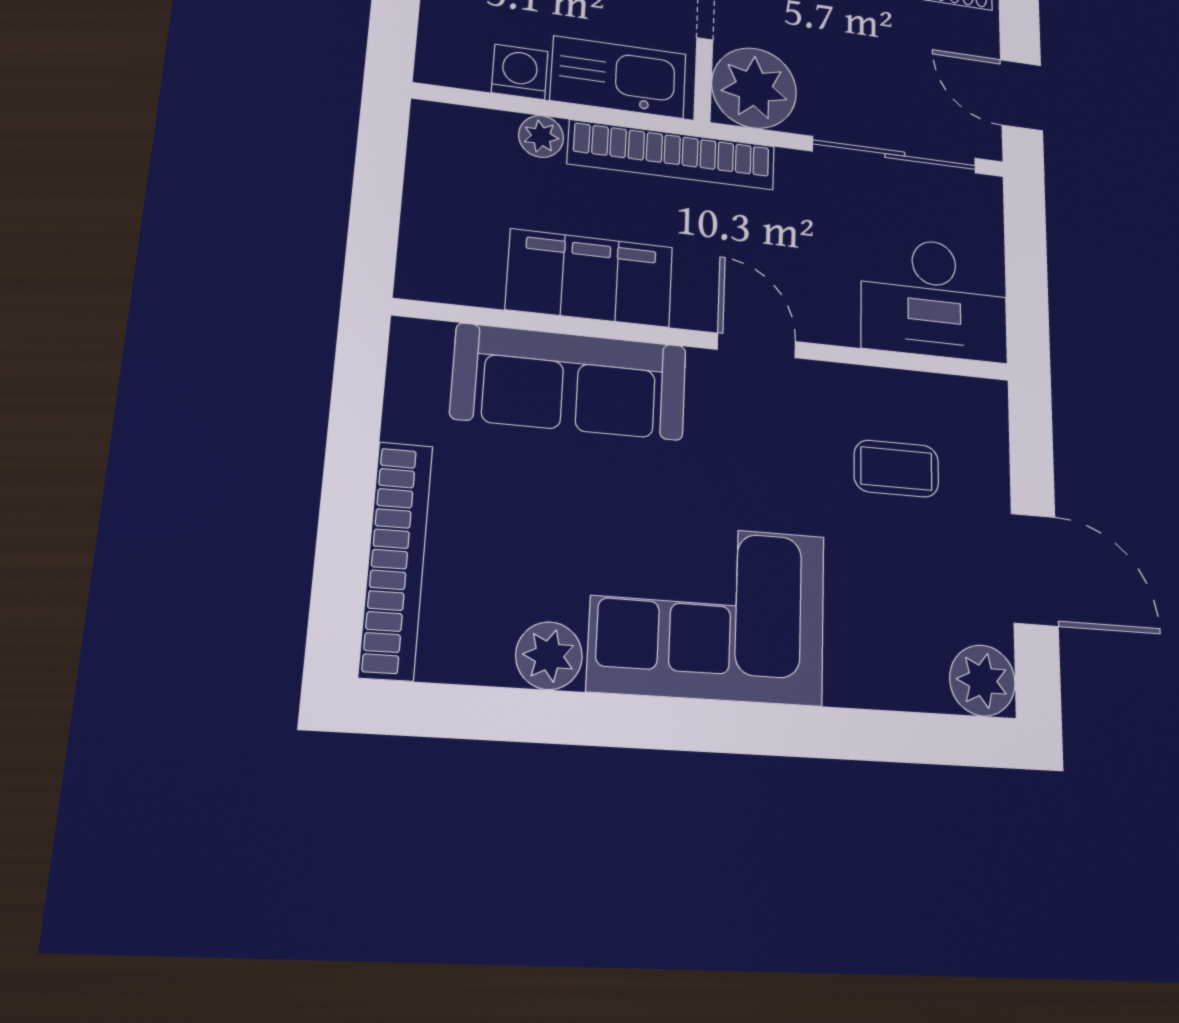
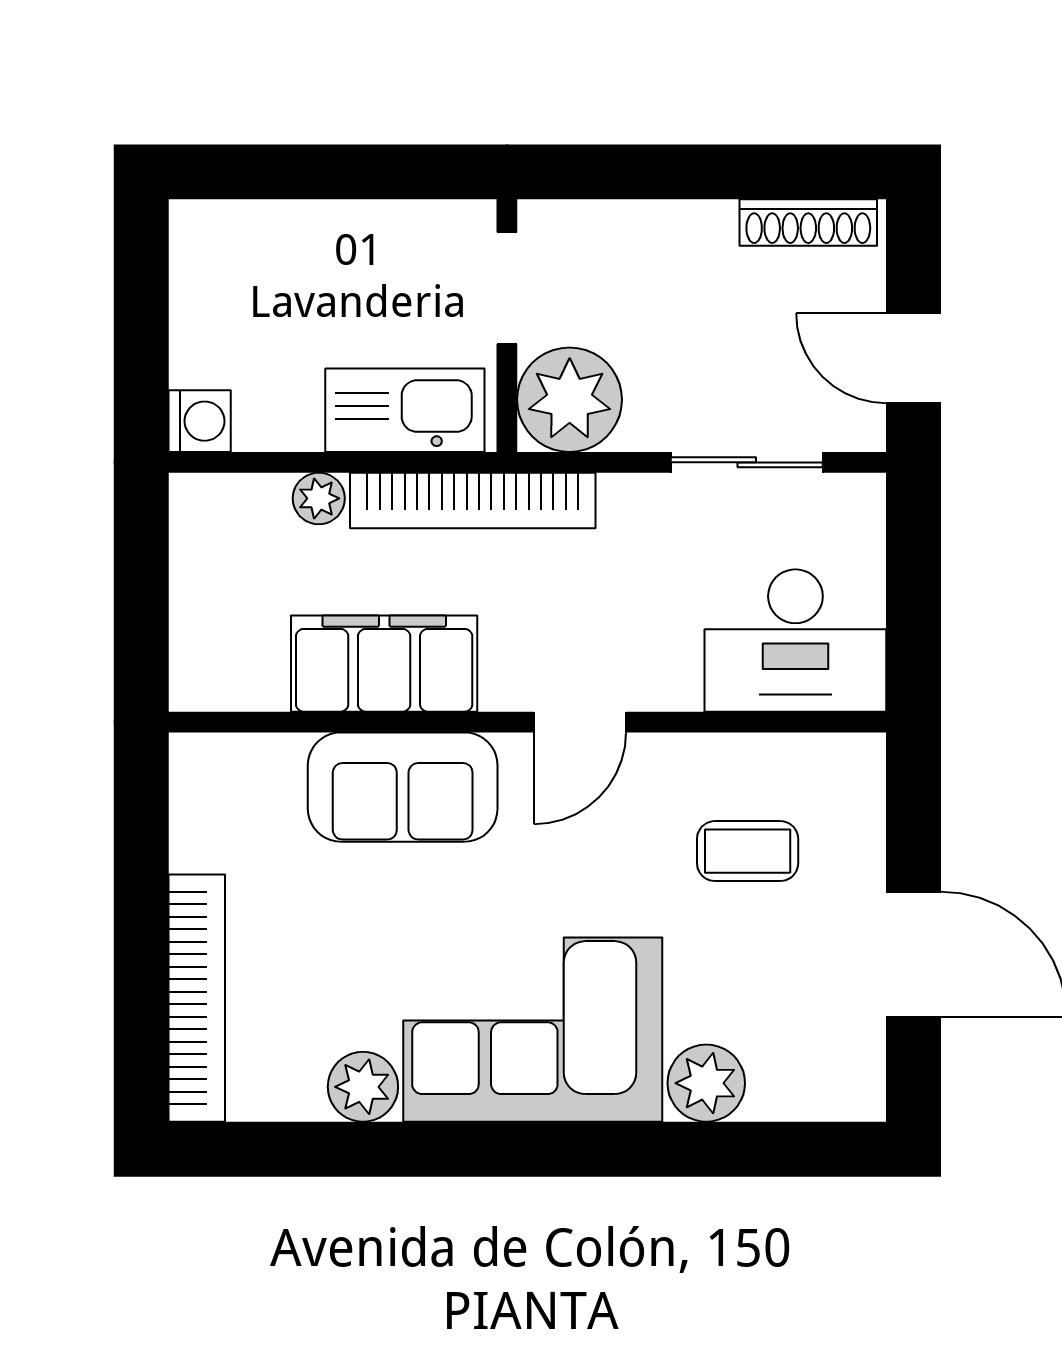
washing machine: (520, 72) -> (200, 421), moved, turned 90
sliding door: (895, 155) -> (747, 462), width x0.73
door: (757, 345) -> (580, 722), swing flipped
sofa: (570, 382) -> (403, 787), width x0.73
plant: (982, 680) -> (706, 1083), moved

